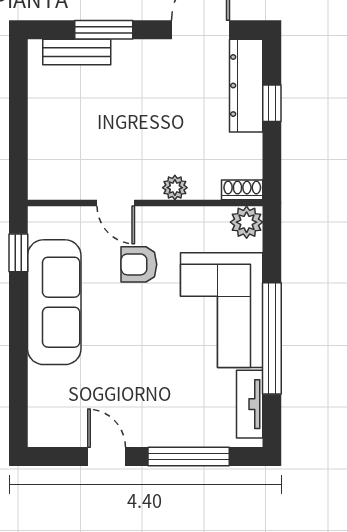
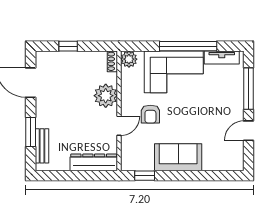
dresser: (246, 86) -> (94, 162), moved, turned 180
plant: (175, 188) -> (106, 96), width x1.88, depth x1.88
sofa: (54, 302) -> (178, 157), width x0.73

